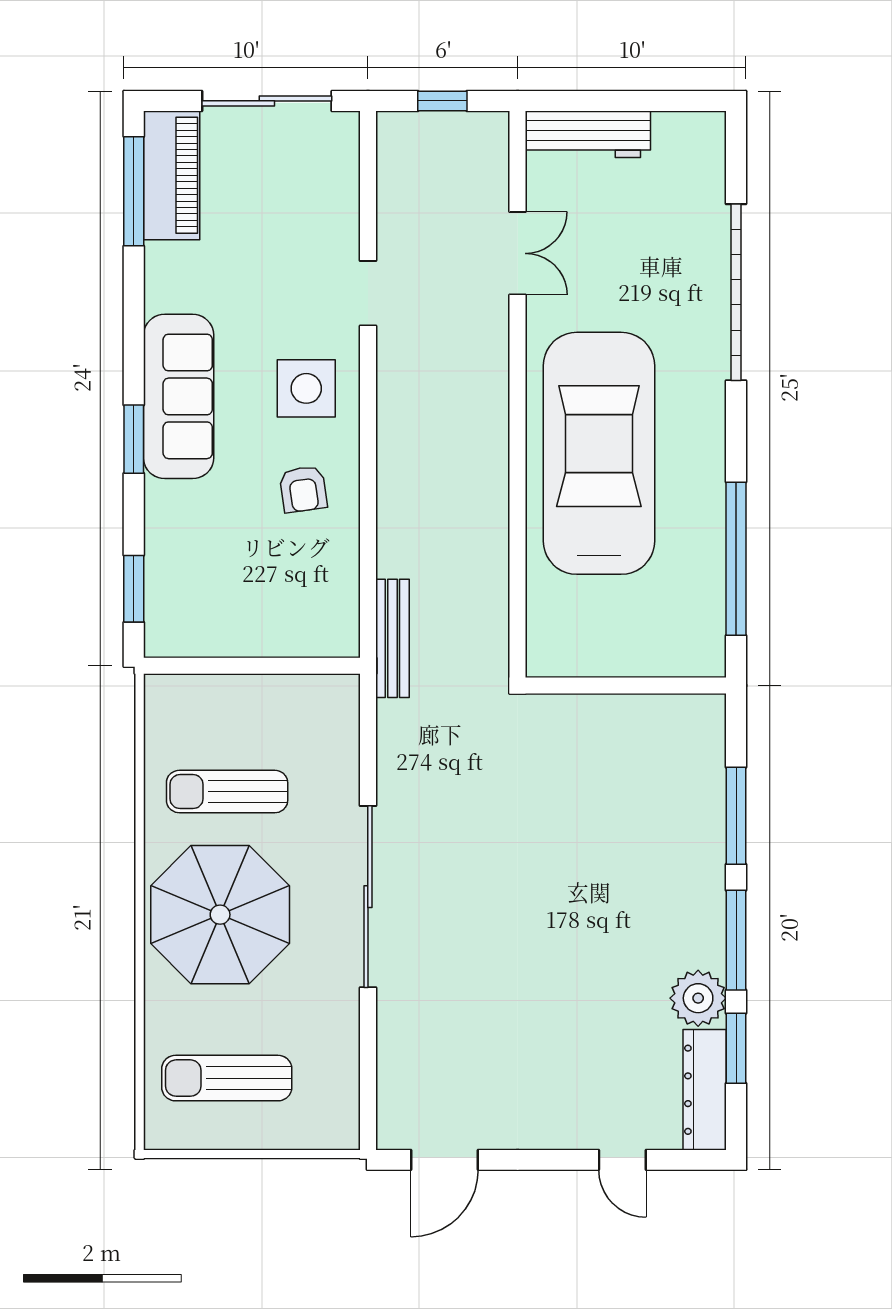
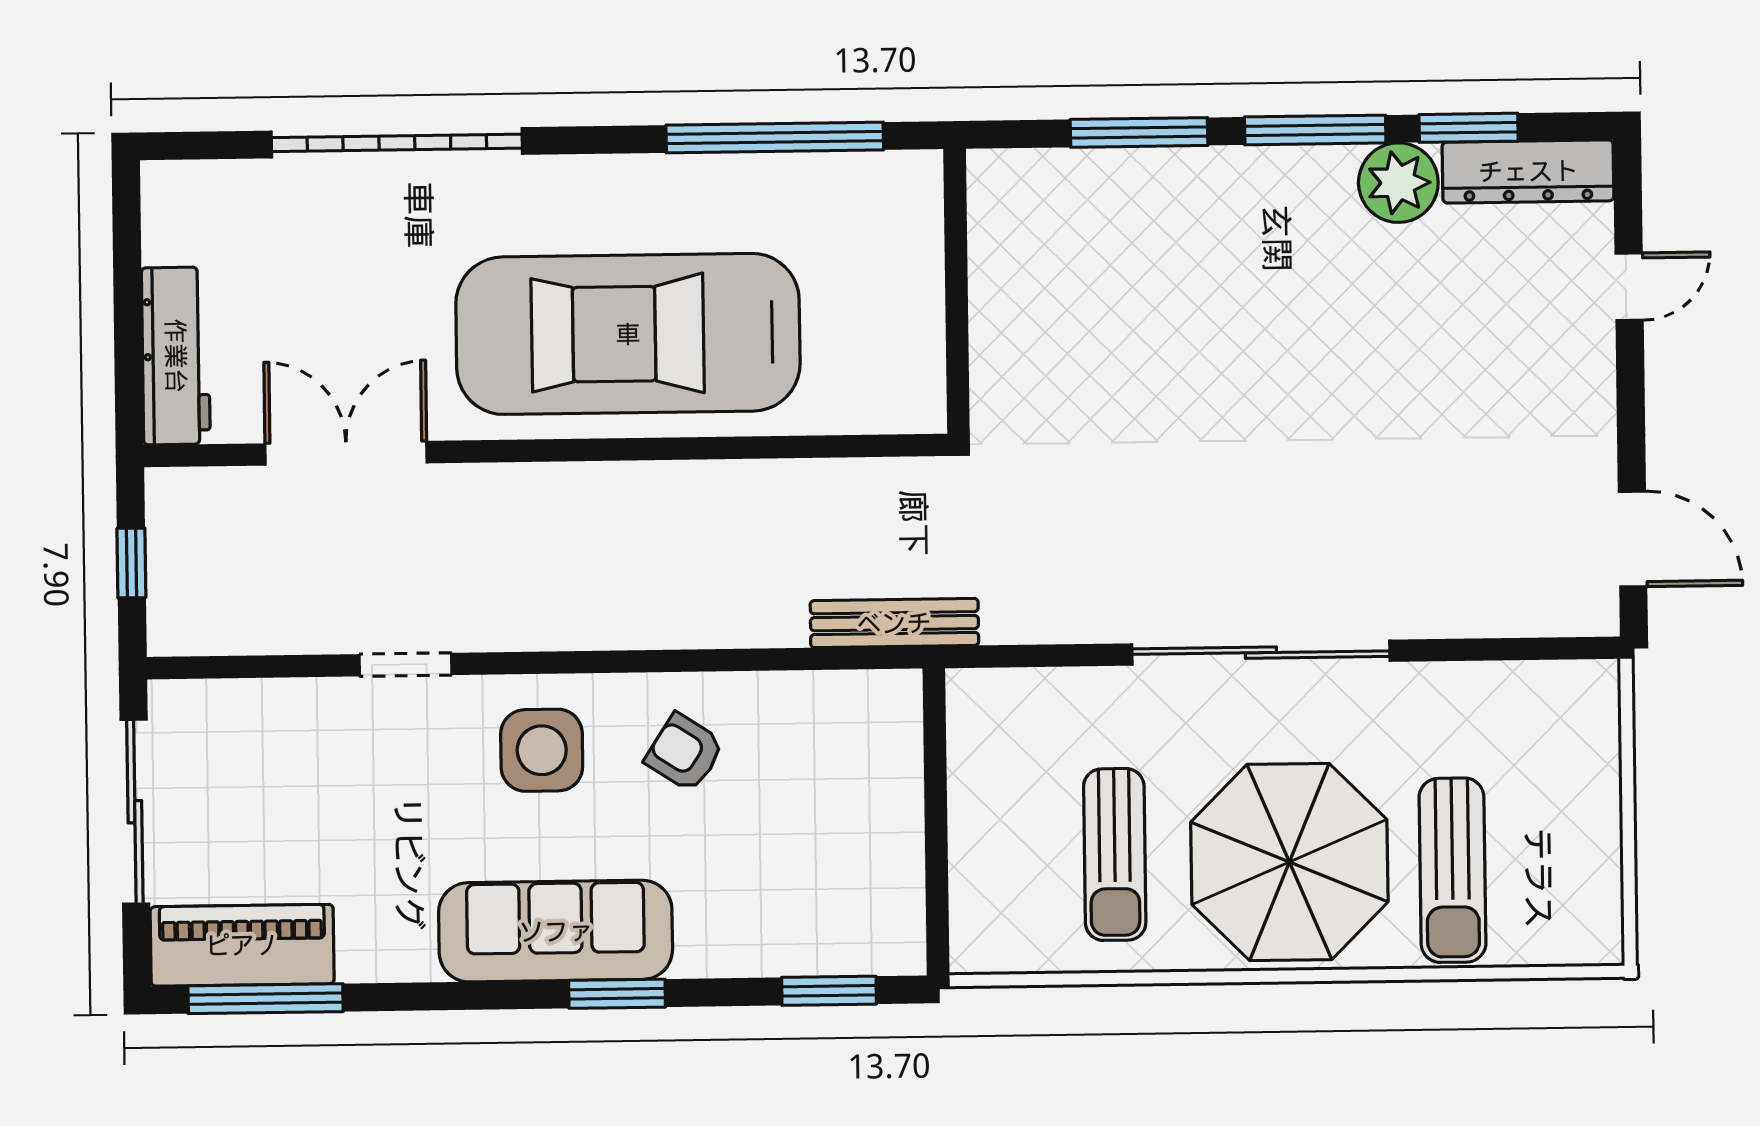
double door: (518, 253) -> (346, 453), width x1.37
armchair: (303, 489) -> (685, 753), turned -139
sun lounger: (227, 1078) -> (1453, 870), moved

